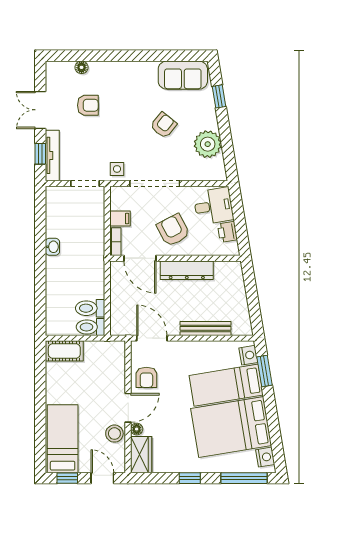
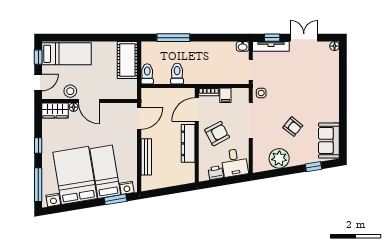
floor lamp: (82, 67) -> (335, 46), moved
armchair: (88, 105) -> (307, 72), removed
washbasin: (52, 247) -> (243, 46), moved
window: (40, 291) -> (173, 38), added
toilet: (90, 308) -> (177, 74), moved
cot: (64, 351) -> (127, 60), width x1.37, depth x1.34
armchair: (146, 377) -> (111, 114), removed

